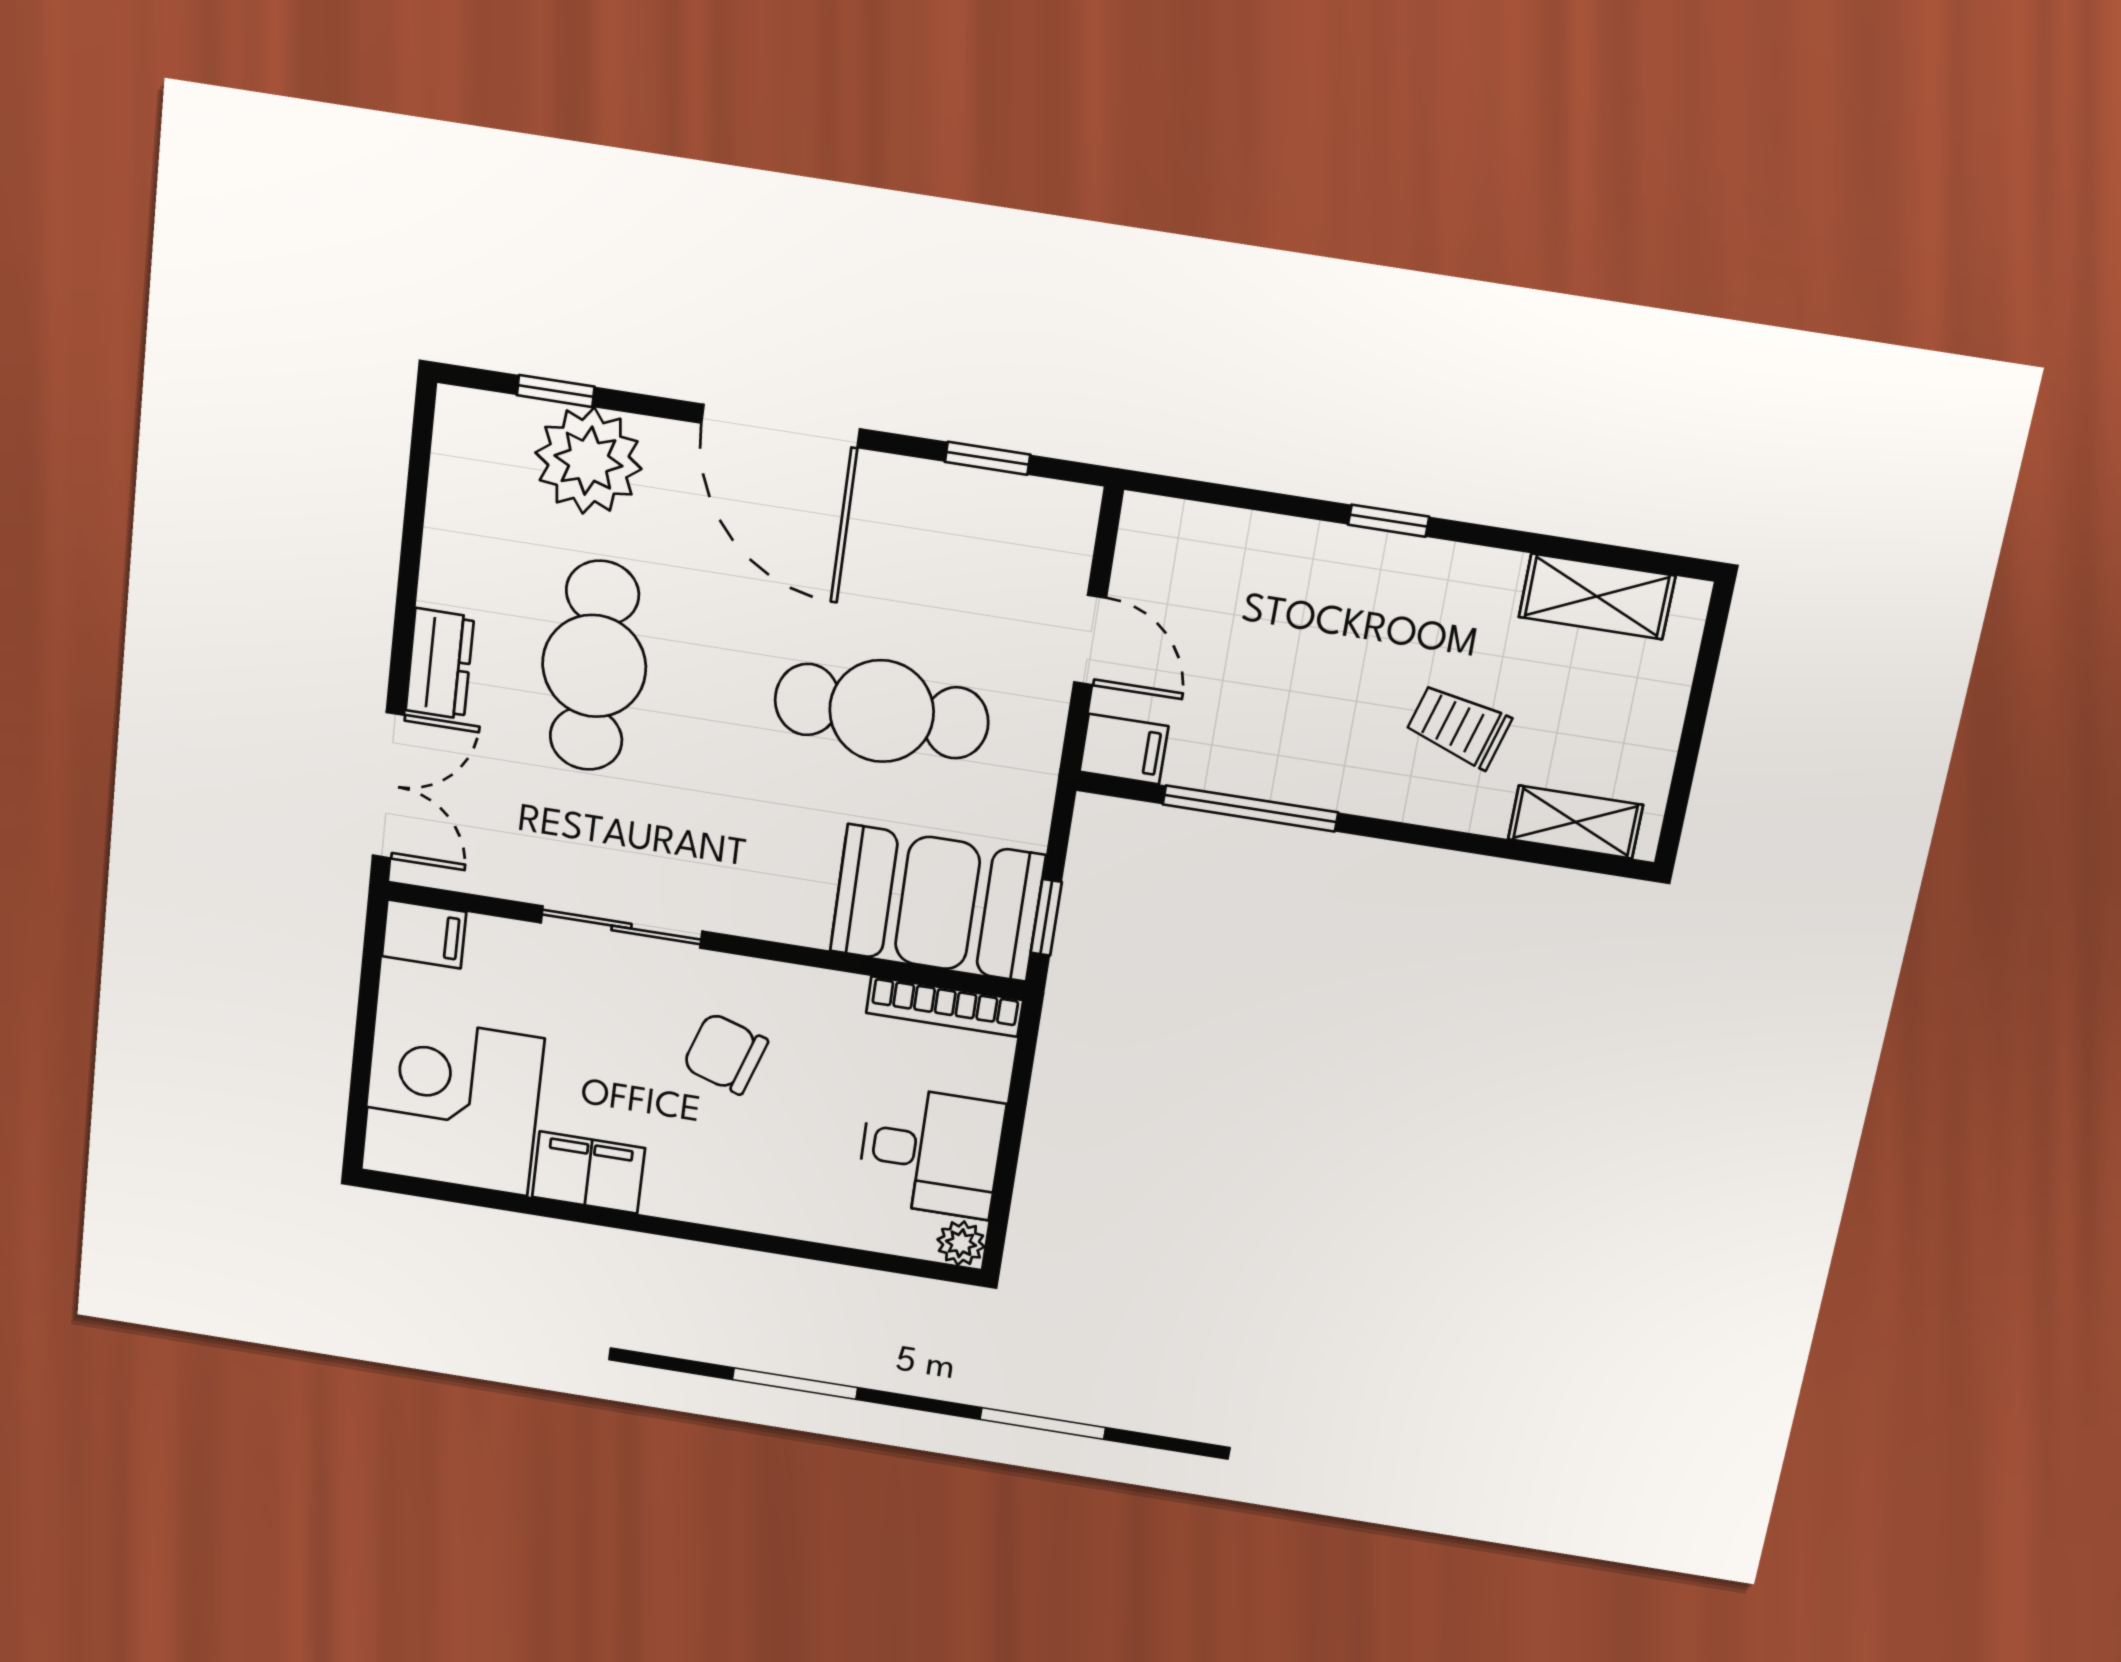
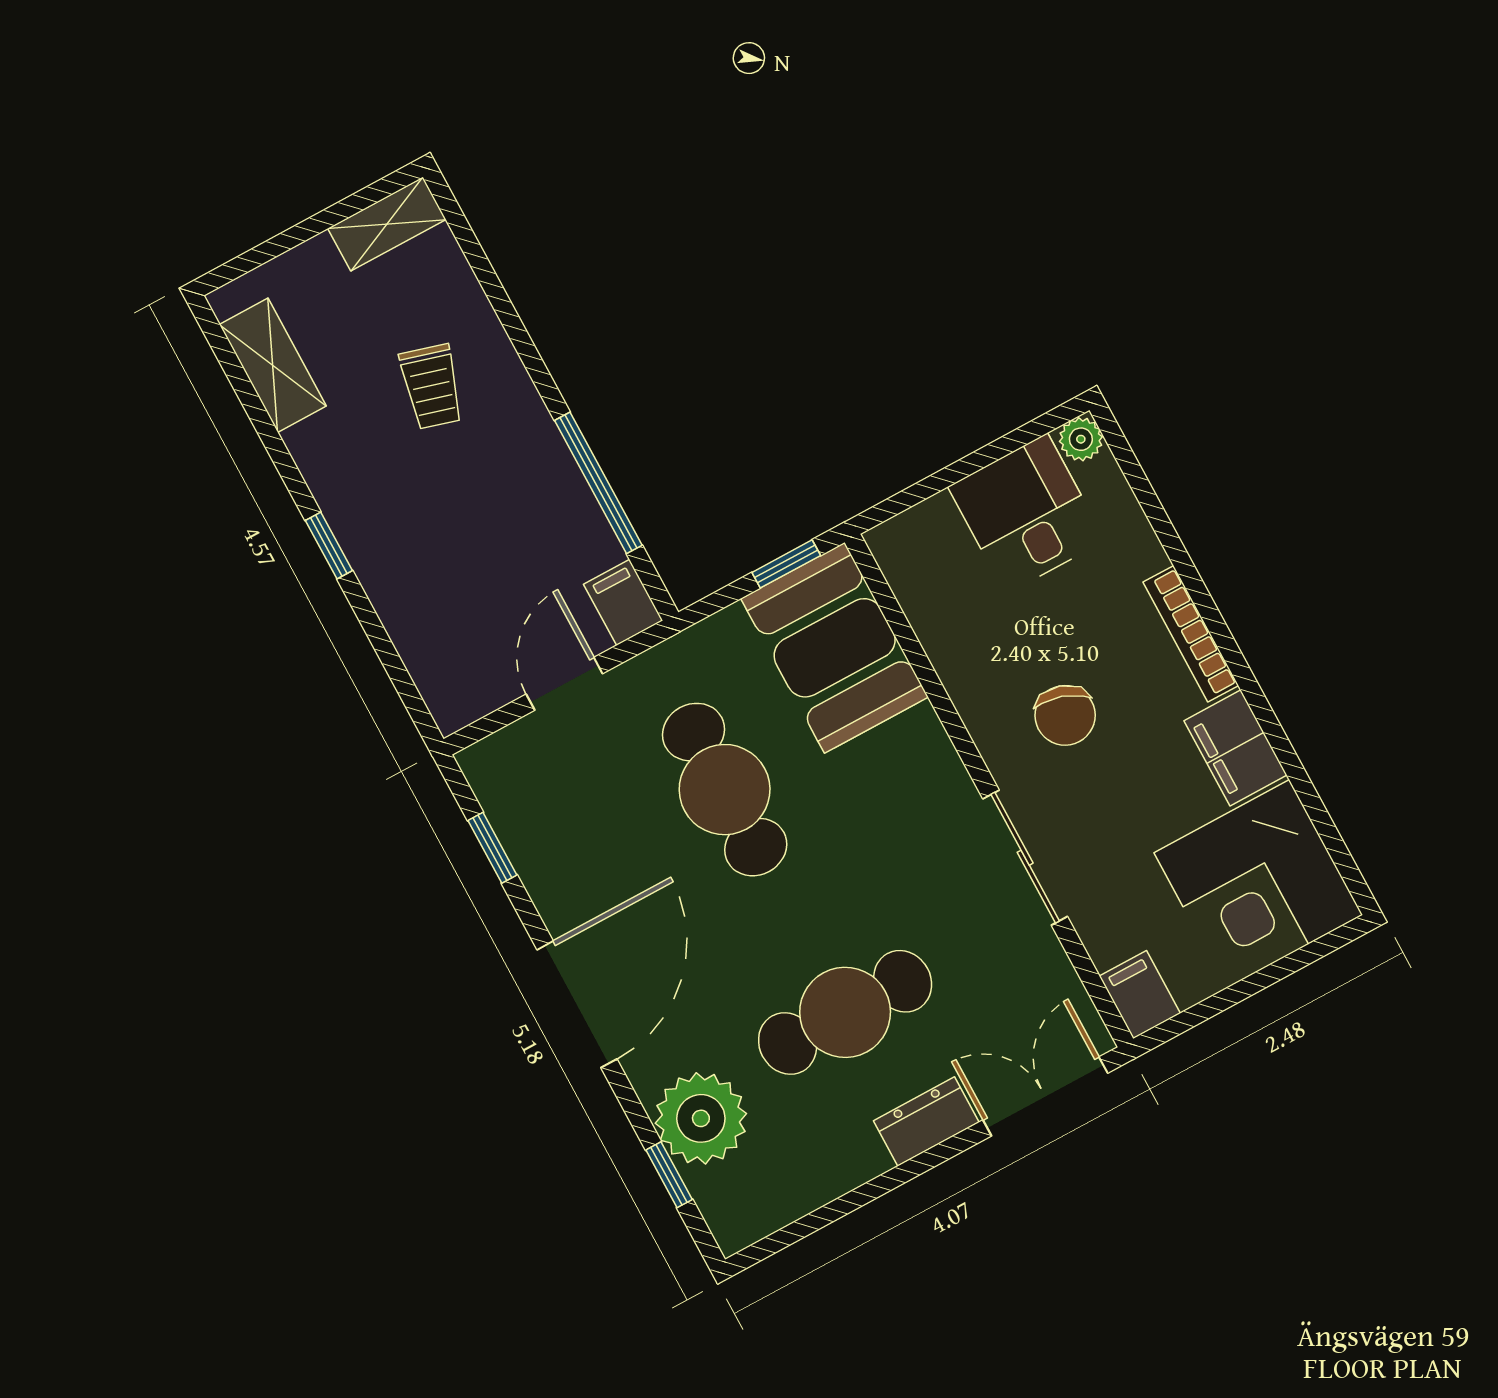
shelving: (1575, 822) -> (387, 224), moved, turned 90
bookcase: (945, 1007) -> (1191, 634), moved, turned 180

